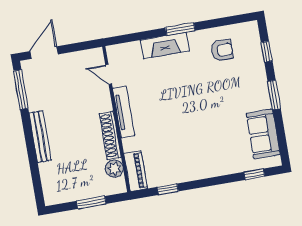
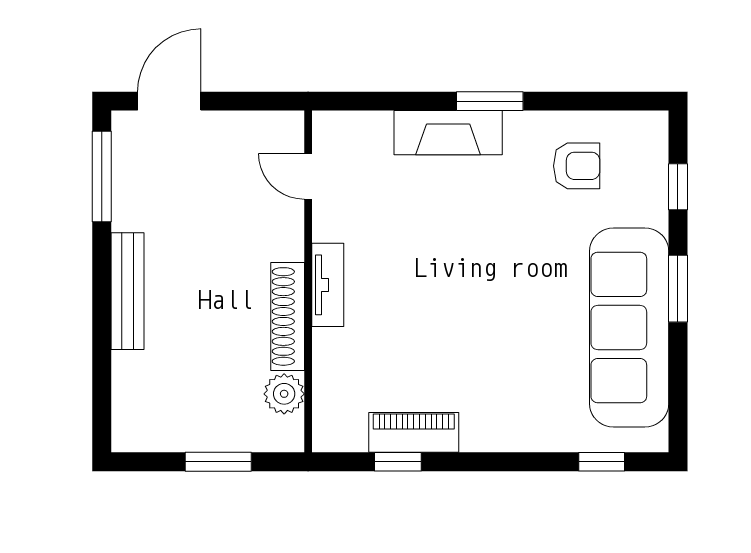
tv unit: (124, 112) -> (328, 285), width x0.71
sofa: (263, 134) -> (629, 327), width x1.85, depth x1.27
piano: (136, 171) -> (414, 432), moved, turned -90

